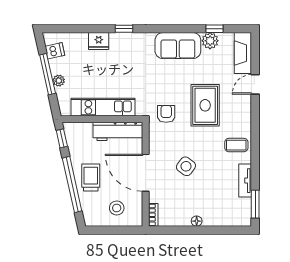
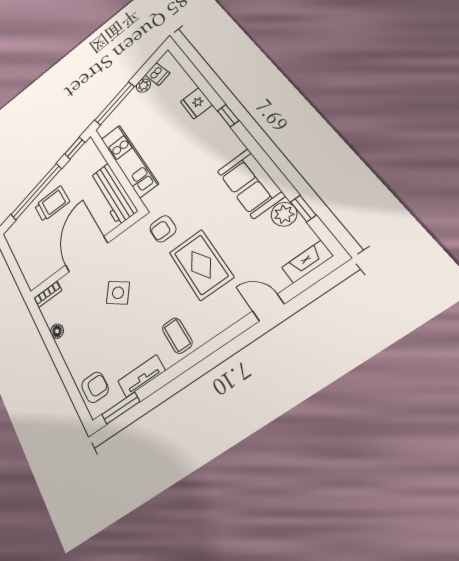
fireplace: (243, 53) -> (307, 262), width x0.73, depth x0.76
window: (48, 74) -> (115, 103), moved
plant: (59, 81) -> (143, 86), moved
rug: (205, 105) -> (201, 265), turned 90
armchair: (166, 114) -> (163, 229), turned 180
stool: (117, 208) -> (36, 251), removed
armchair: (233, 214) -> (95, 387), added
floor lamp: (197, 221) -> (57, 331), moved

